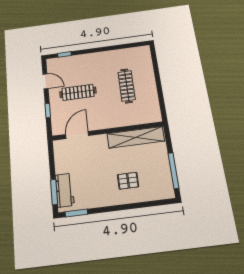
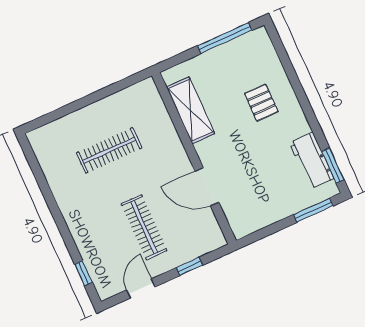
door: (77, 135) -> (207, 187), moved
shelving: (136, 137) -> (191, 110), width x0.68
workbench: (65, 190) -> (312, 161), moved, turned -90

